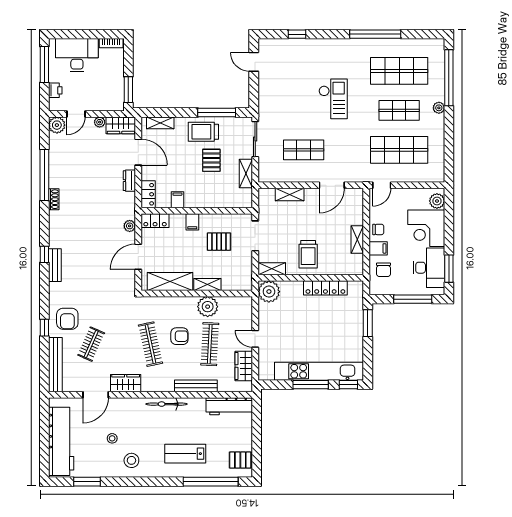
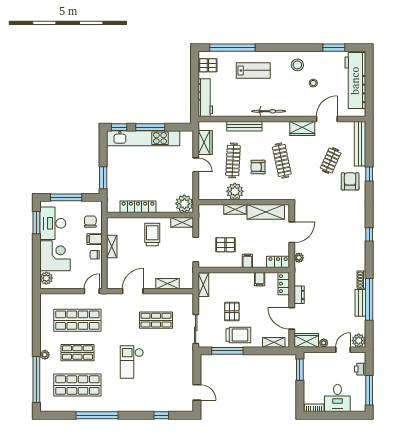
desk: (77, 55) -> (337, 398), width x0.73
shelving: (246, 174) -> (203, 285), moved
bench: (55, 265) -> (360, 303), moved
workbench: (229, 406) -> (205, 98), moved, turned 90

